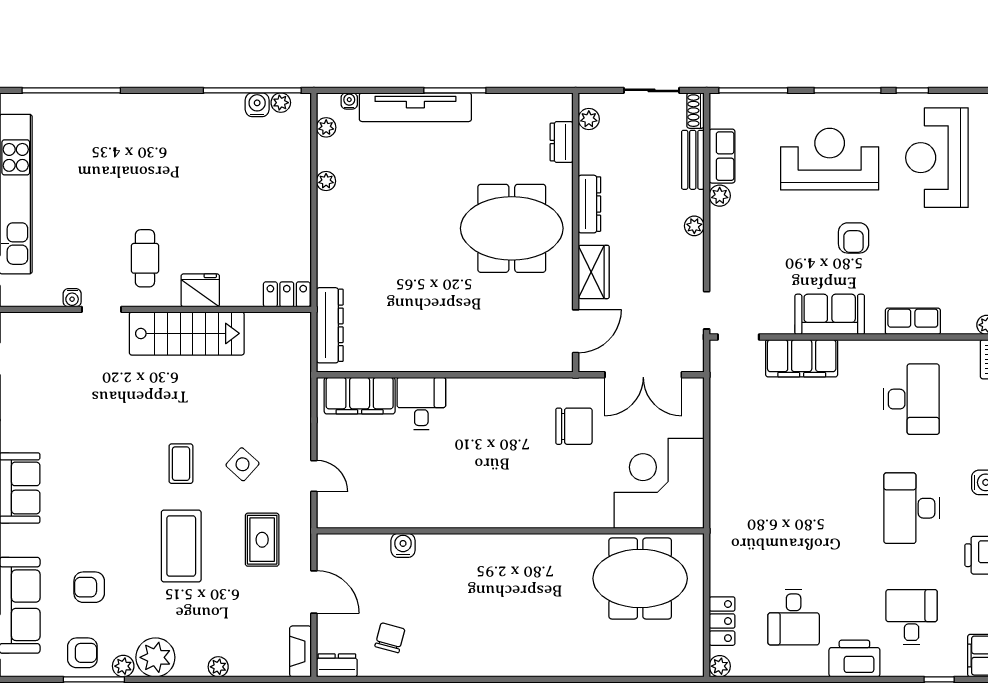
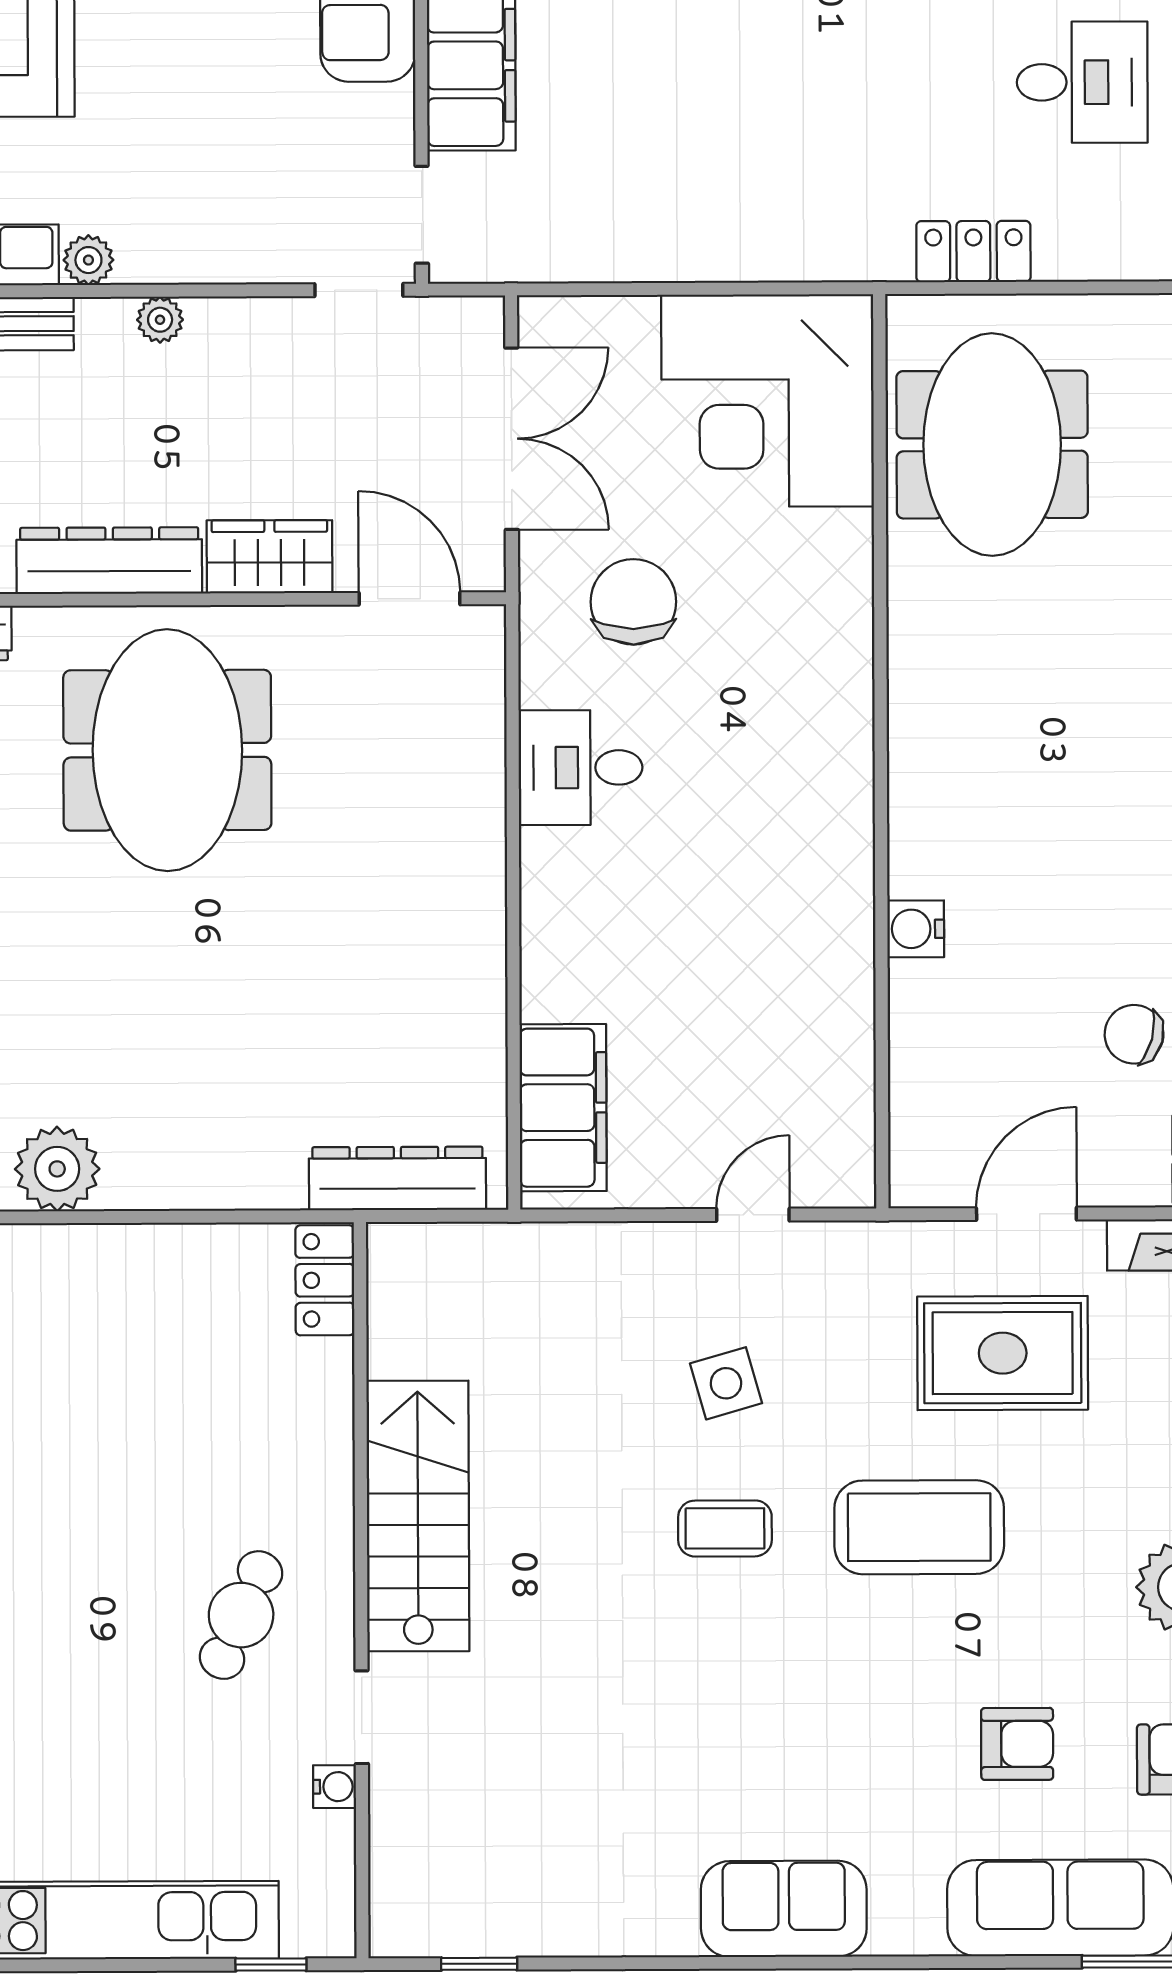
plant: (326, 181) -> (57, 1169), width x1.88, depth x1.88
dresser: (589, 204) -> (109, 561), width x1.37, depth x1.24
cafe table: (145, 258) -> (241, 1615), turned -66
fridge: (200, 290) -> (316, 1484), removed
desk: (421, 404) -> (581, 768), moved
side table: (243, 464) -> (726, 1383), turned 32
rug: (262, 540) -> (1003, 1353), moved, width x1.36, depth x1.43
water cooler: (403, 545) -> (916, 929), moved
armchair: (89, 587) -> (1017, 1744), turned -90
locker: (722, 621) -> (973, 251), moved

